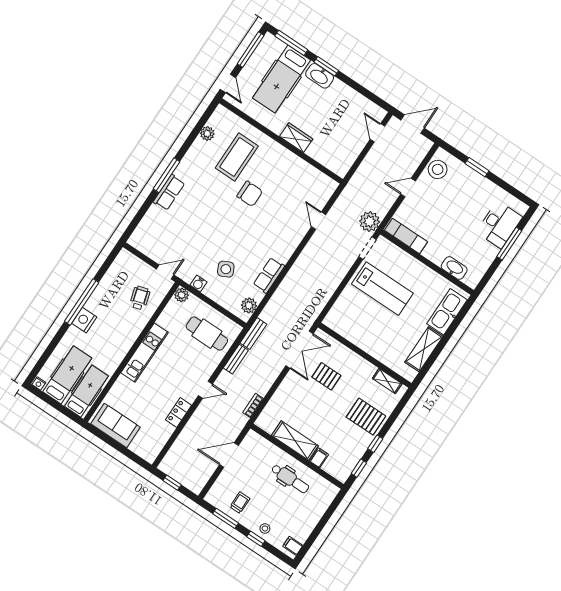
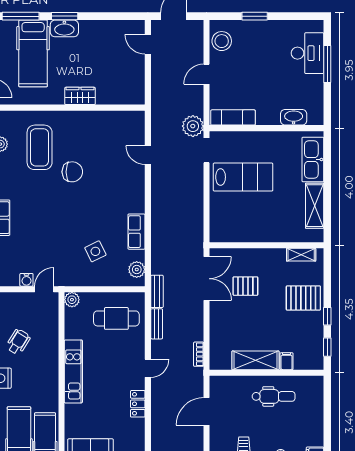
water cooler: (198, 284) -> (26, 280), moved
wheelchair: (140, 298) -> (18, 342), moved, turned 49

